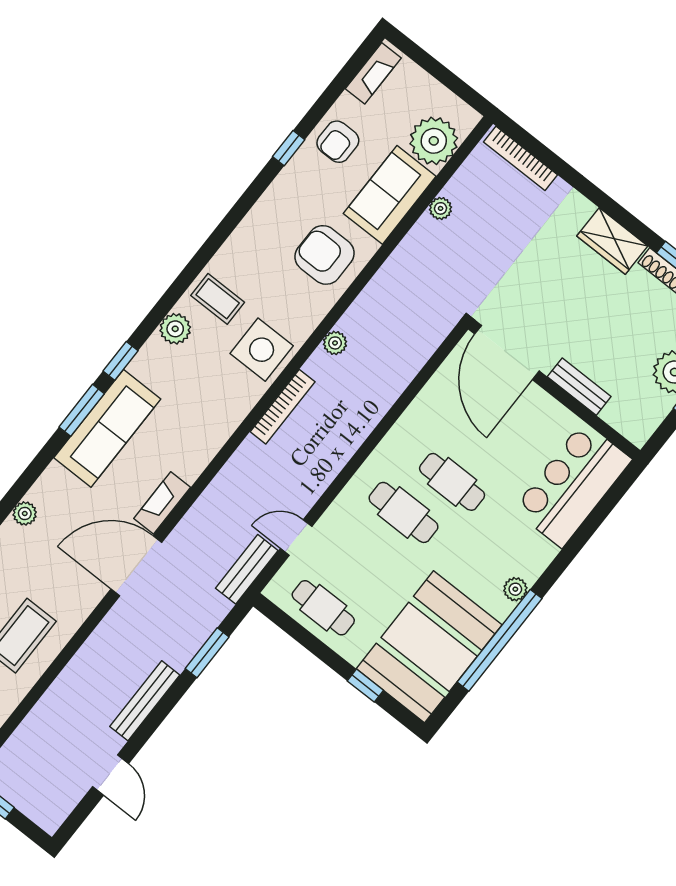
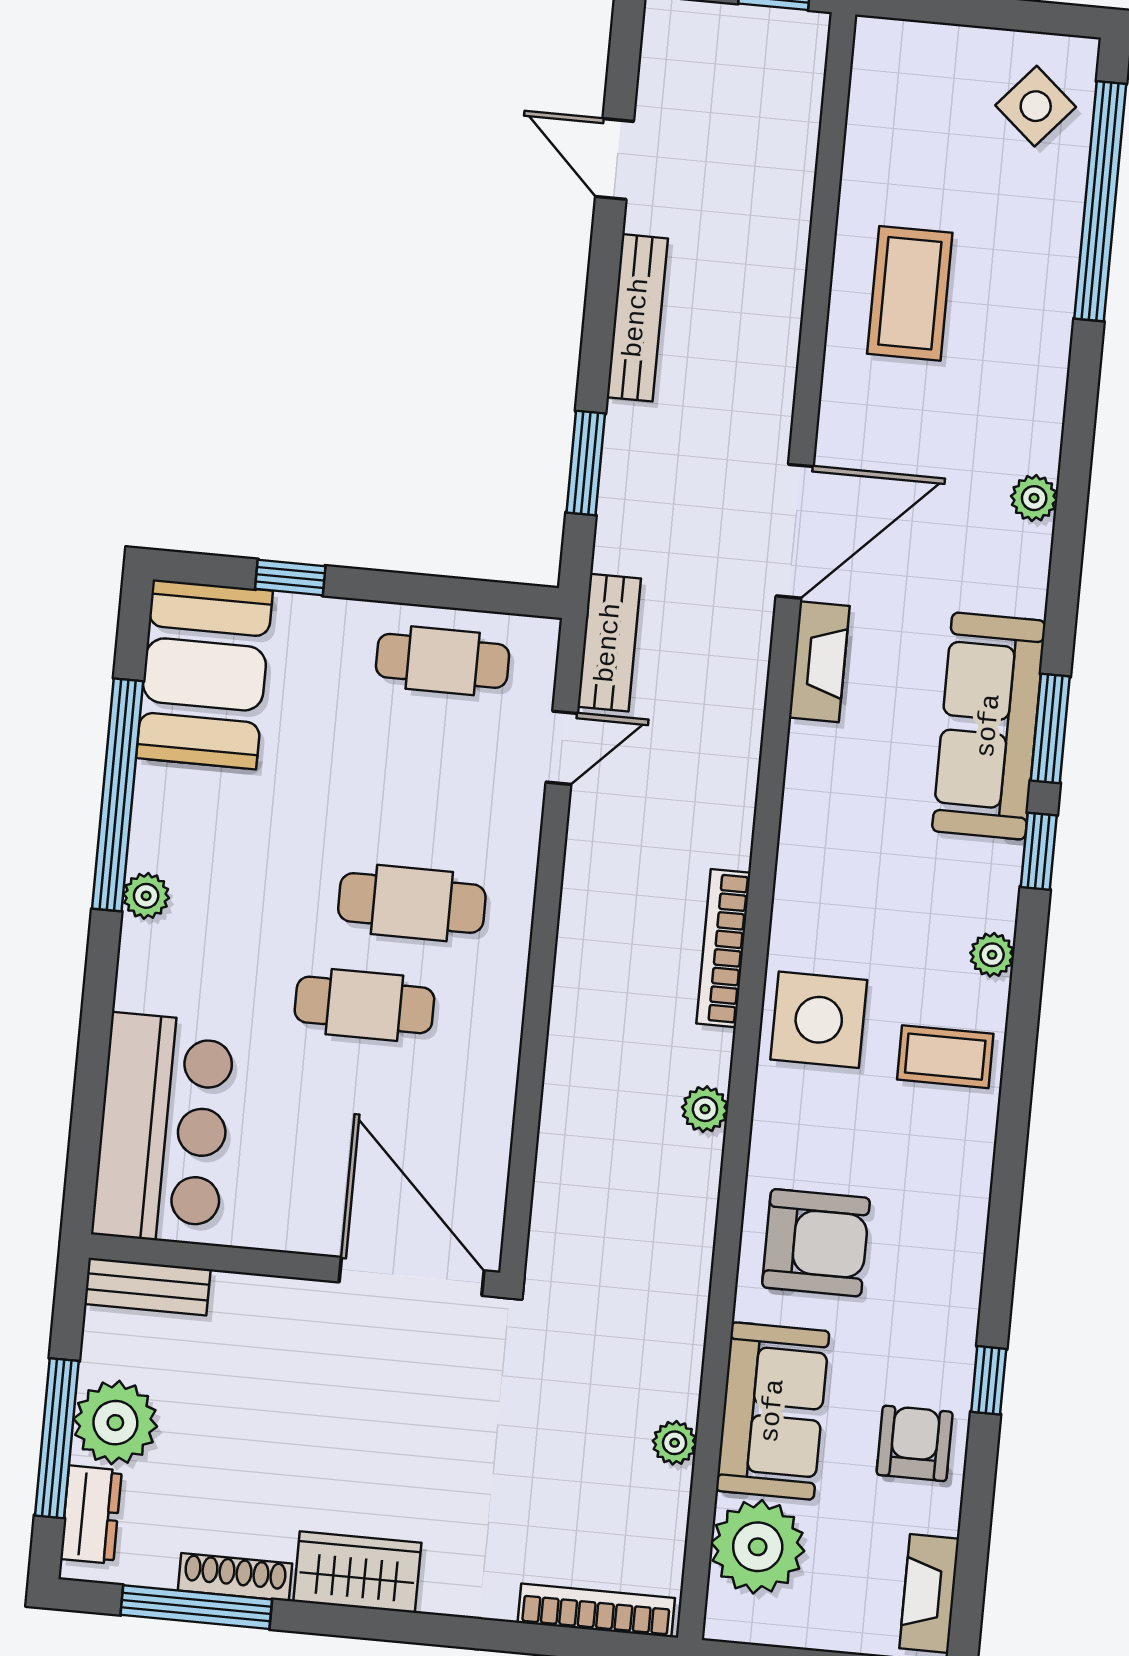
plant: (175, 329) -> (992, 955), width x0.73, depth x0.73
bench: (579, 387) -> (147, 1287), moved
booth: (429, 647) -> (204, 674), width x0.73, depth x0.70

